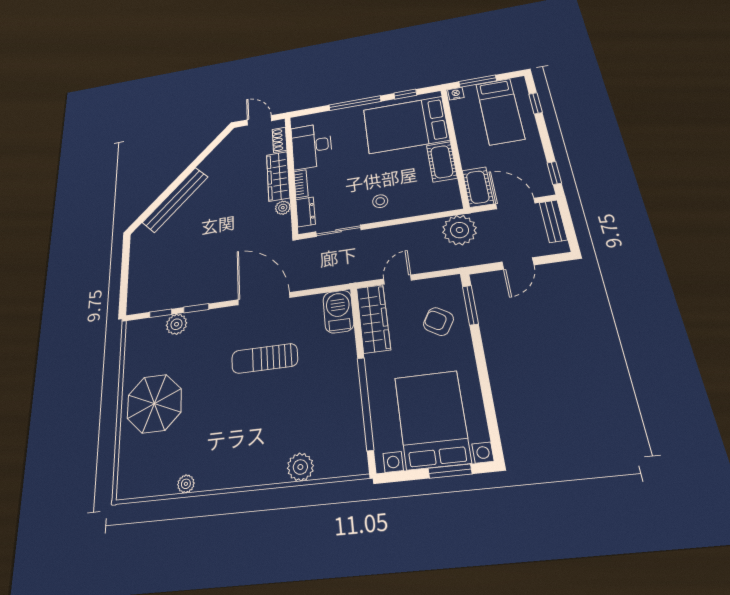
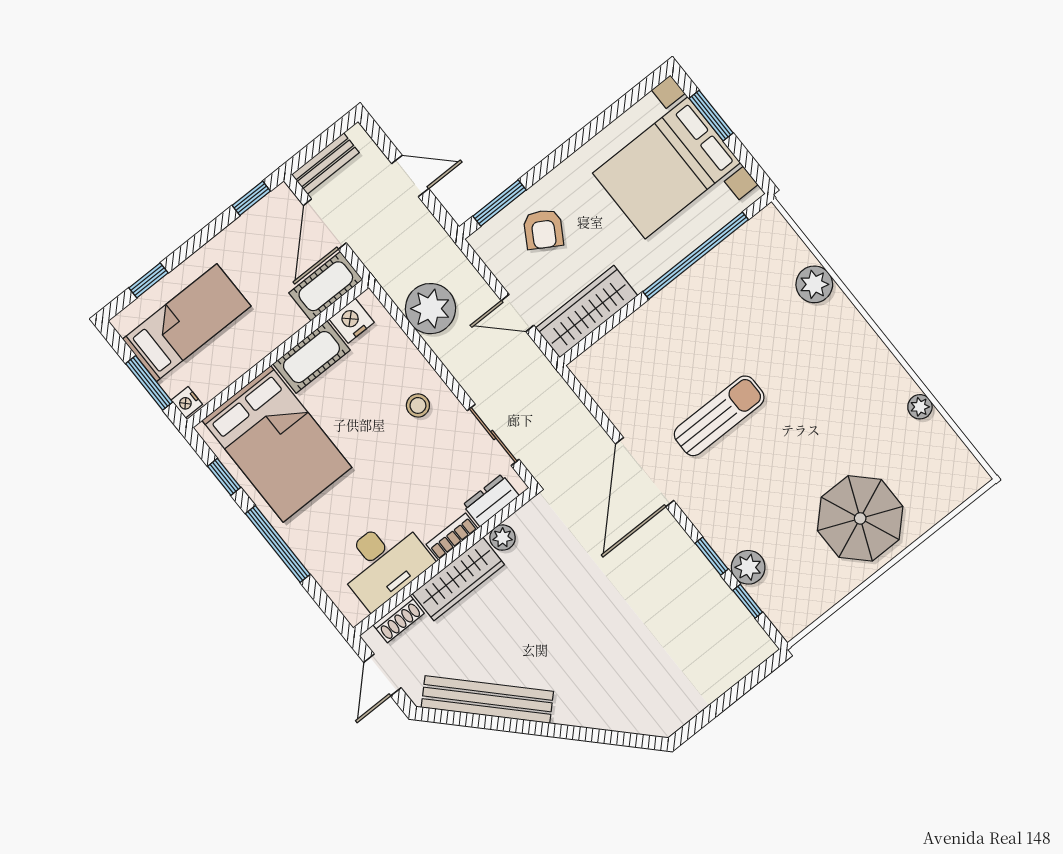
nightstand: (449, 191) -> (352, 321), added
bench: (175, 200) -> (487, 699), moved
plant: (459, 230) -> (430, 309), moved
barbecue: (338, 312) -> (604, 362), removed
sun lounger: (265, 358) -> (719, 416), turned -90

